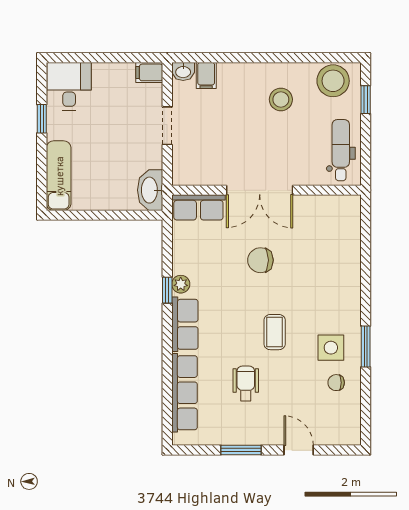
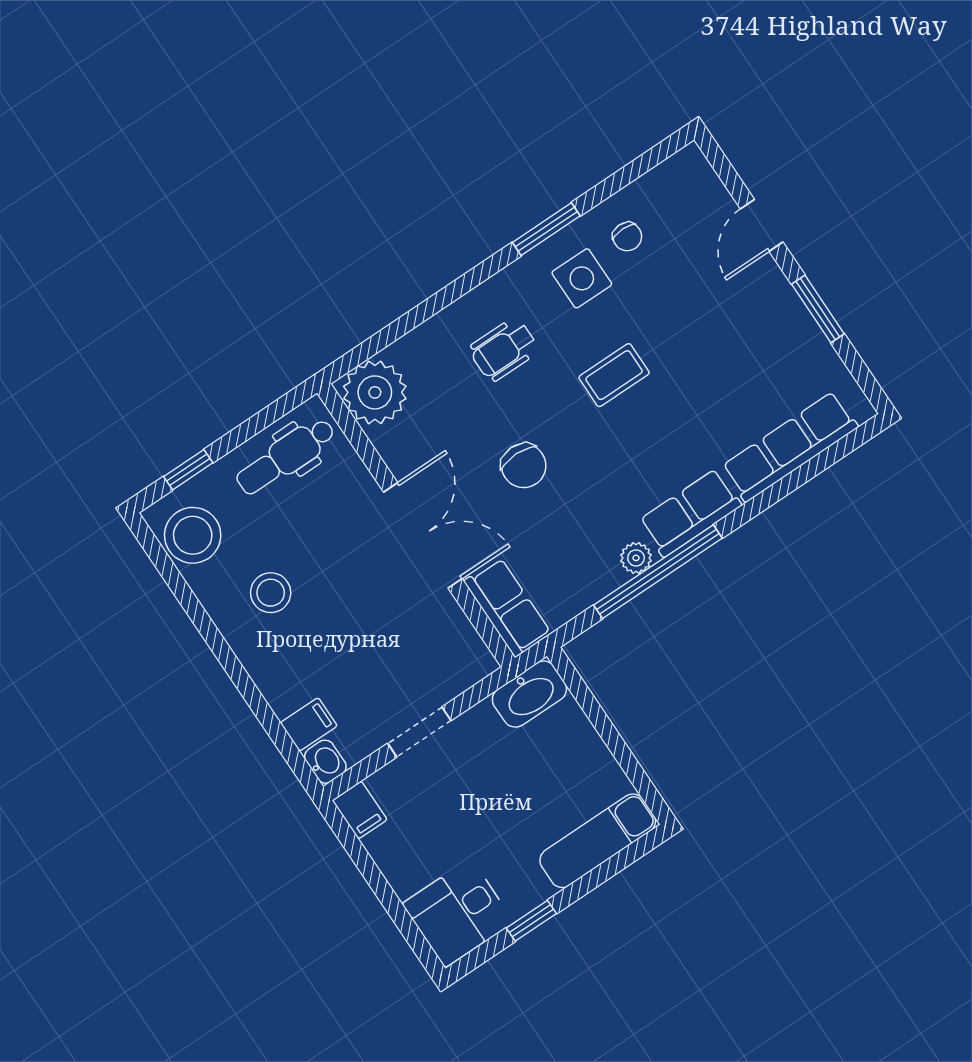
plant: (343, 213) -> (375, 392), added
window: (167, 290) -> (658, 572), width x3.17
wheelchair: (246, 383) -> (504, 350), moved

